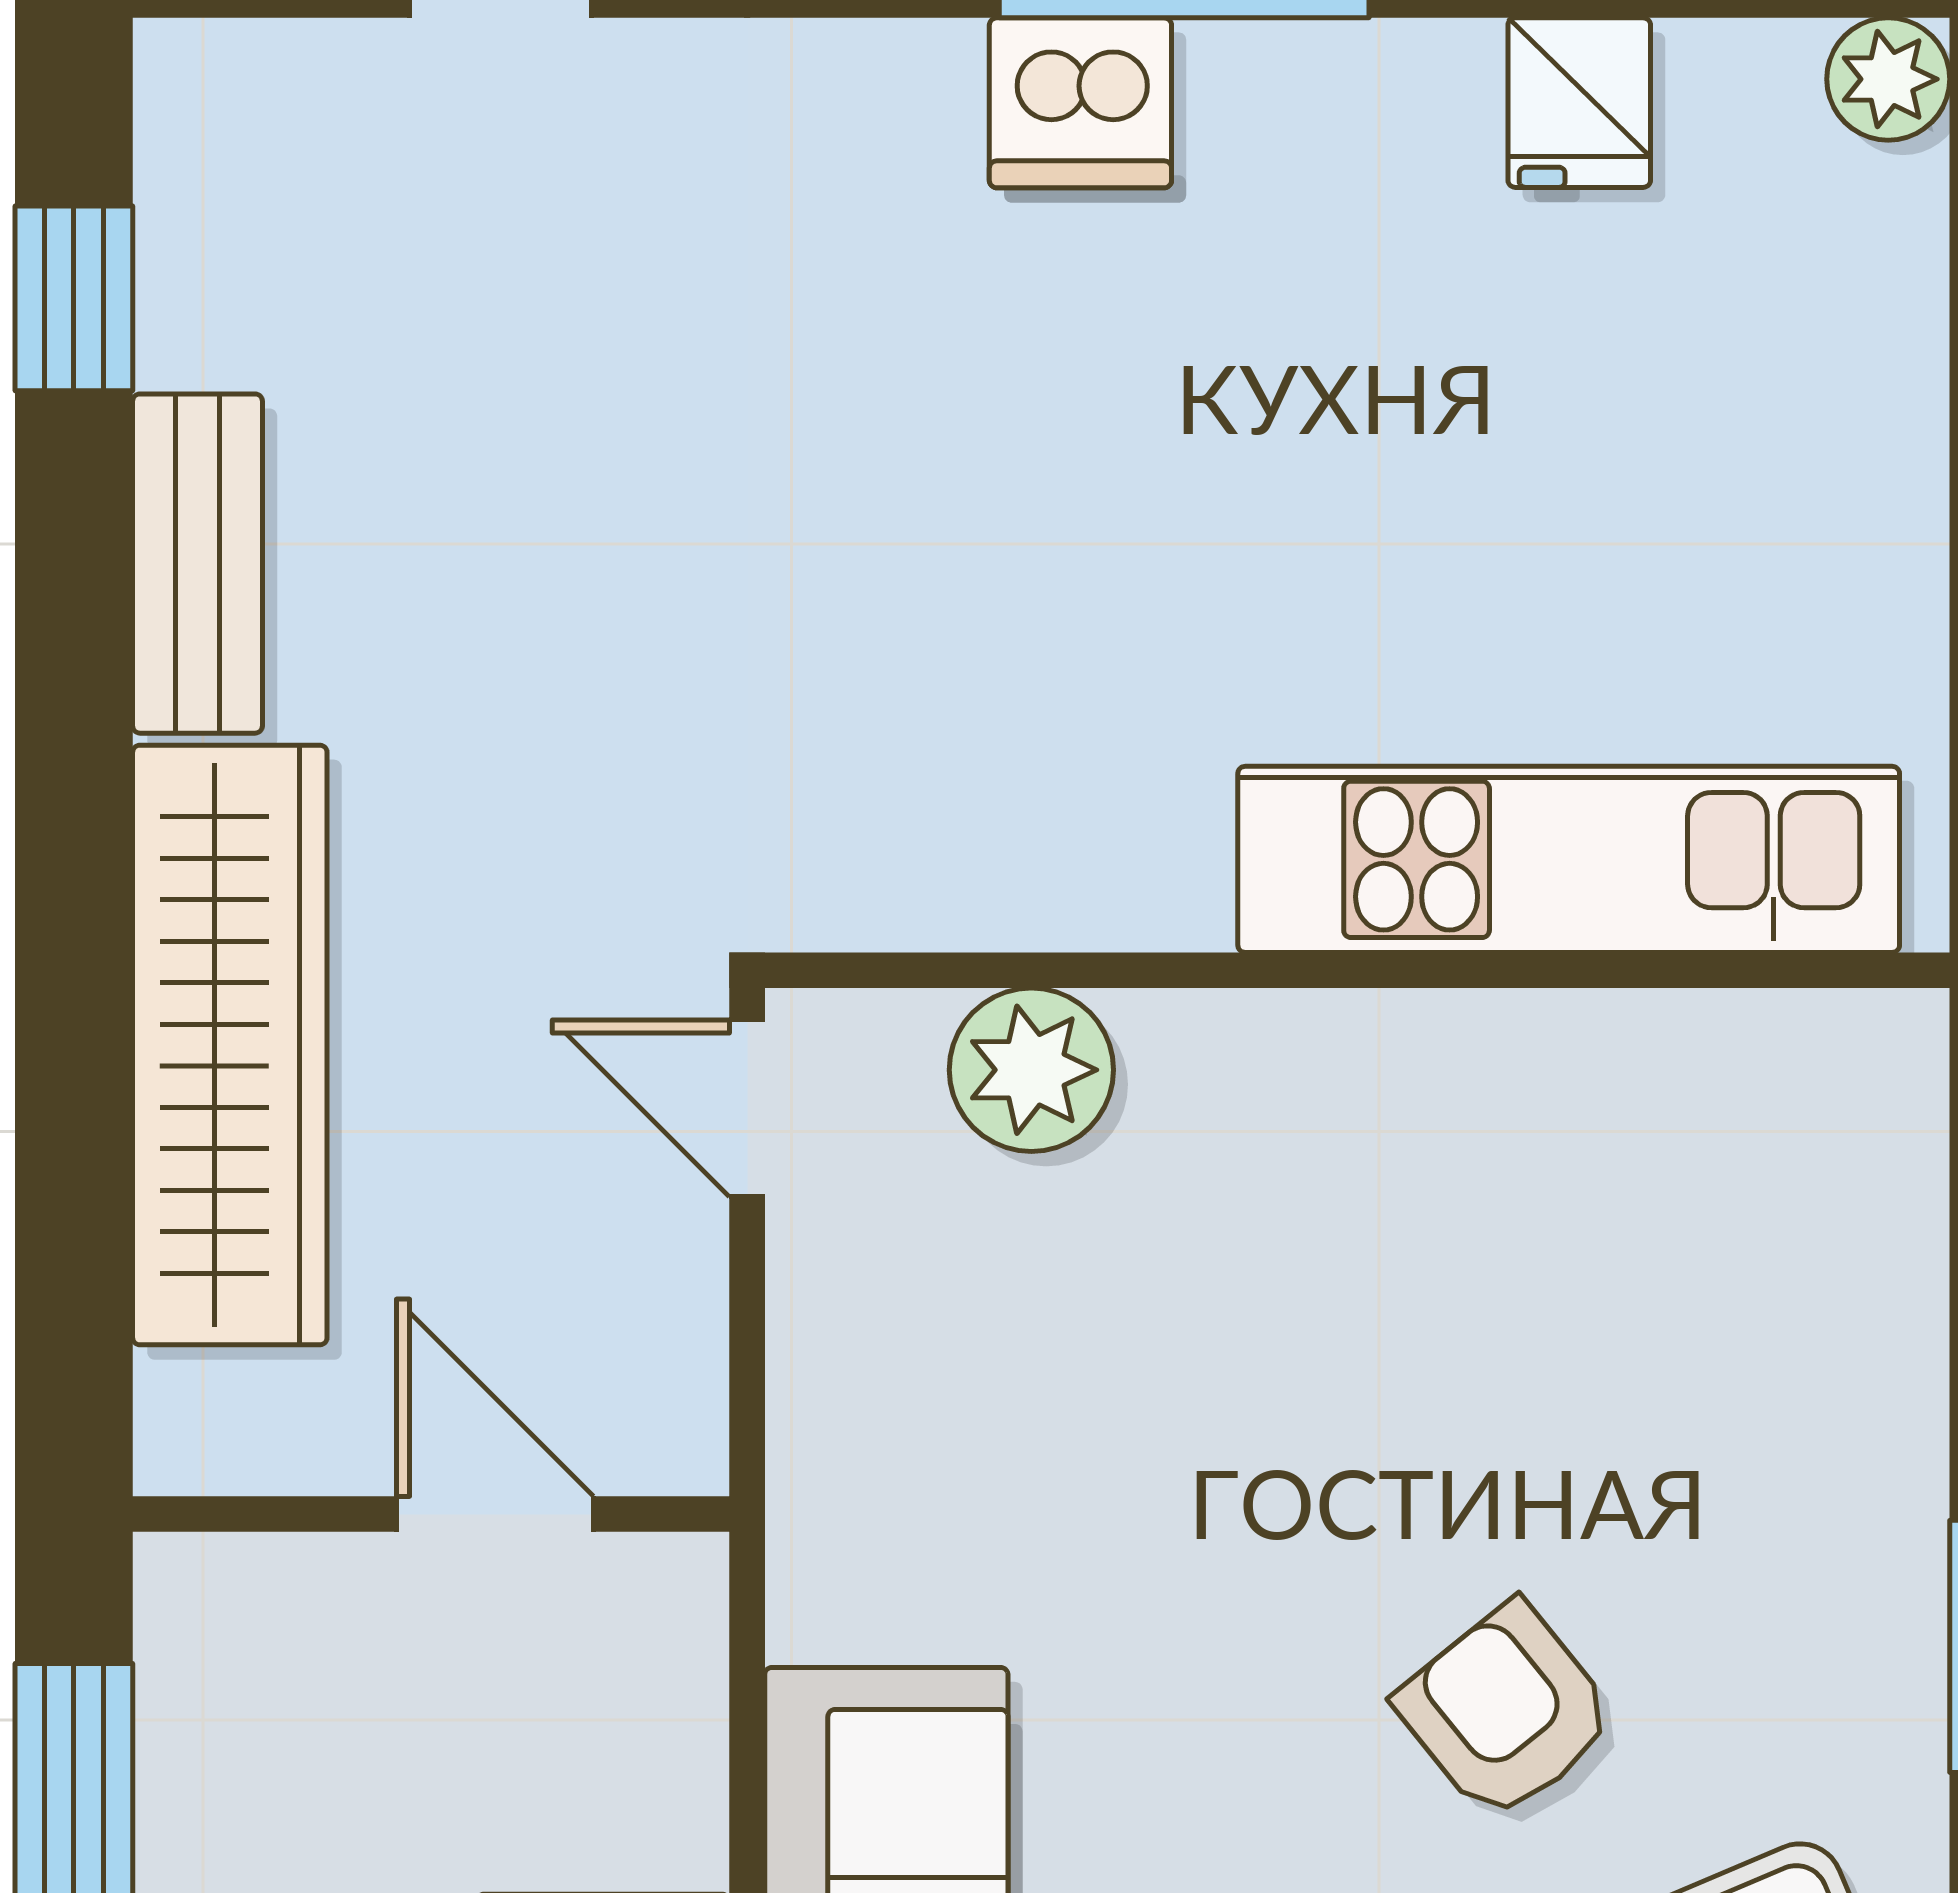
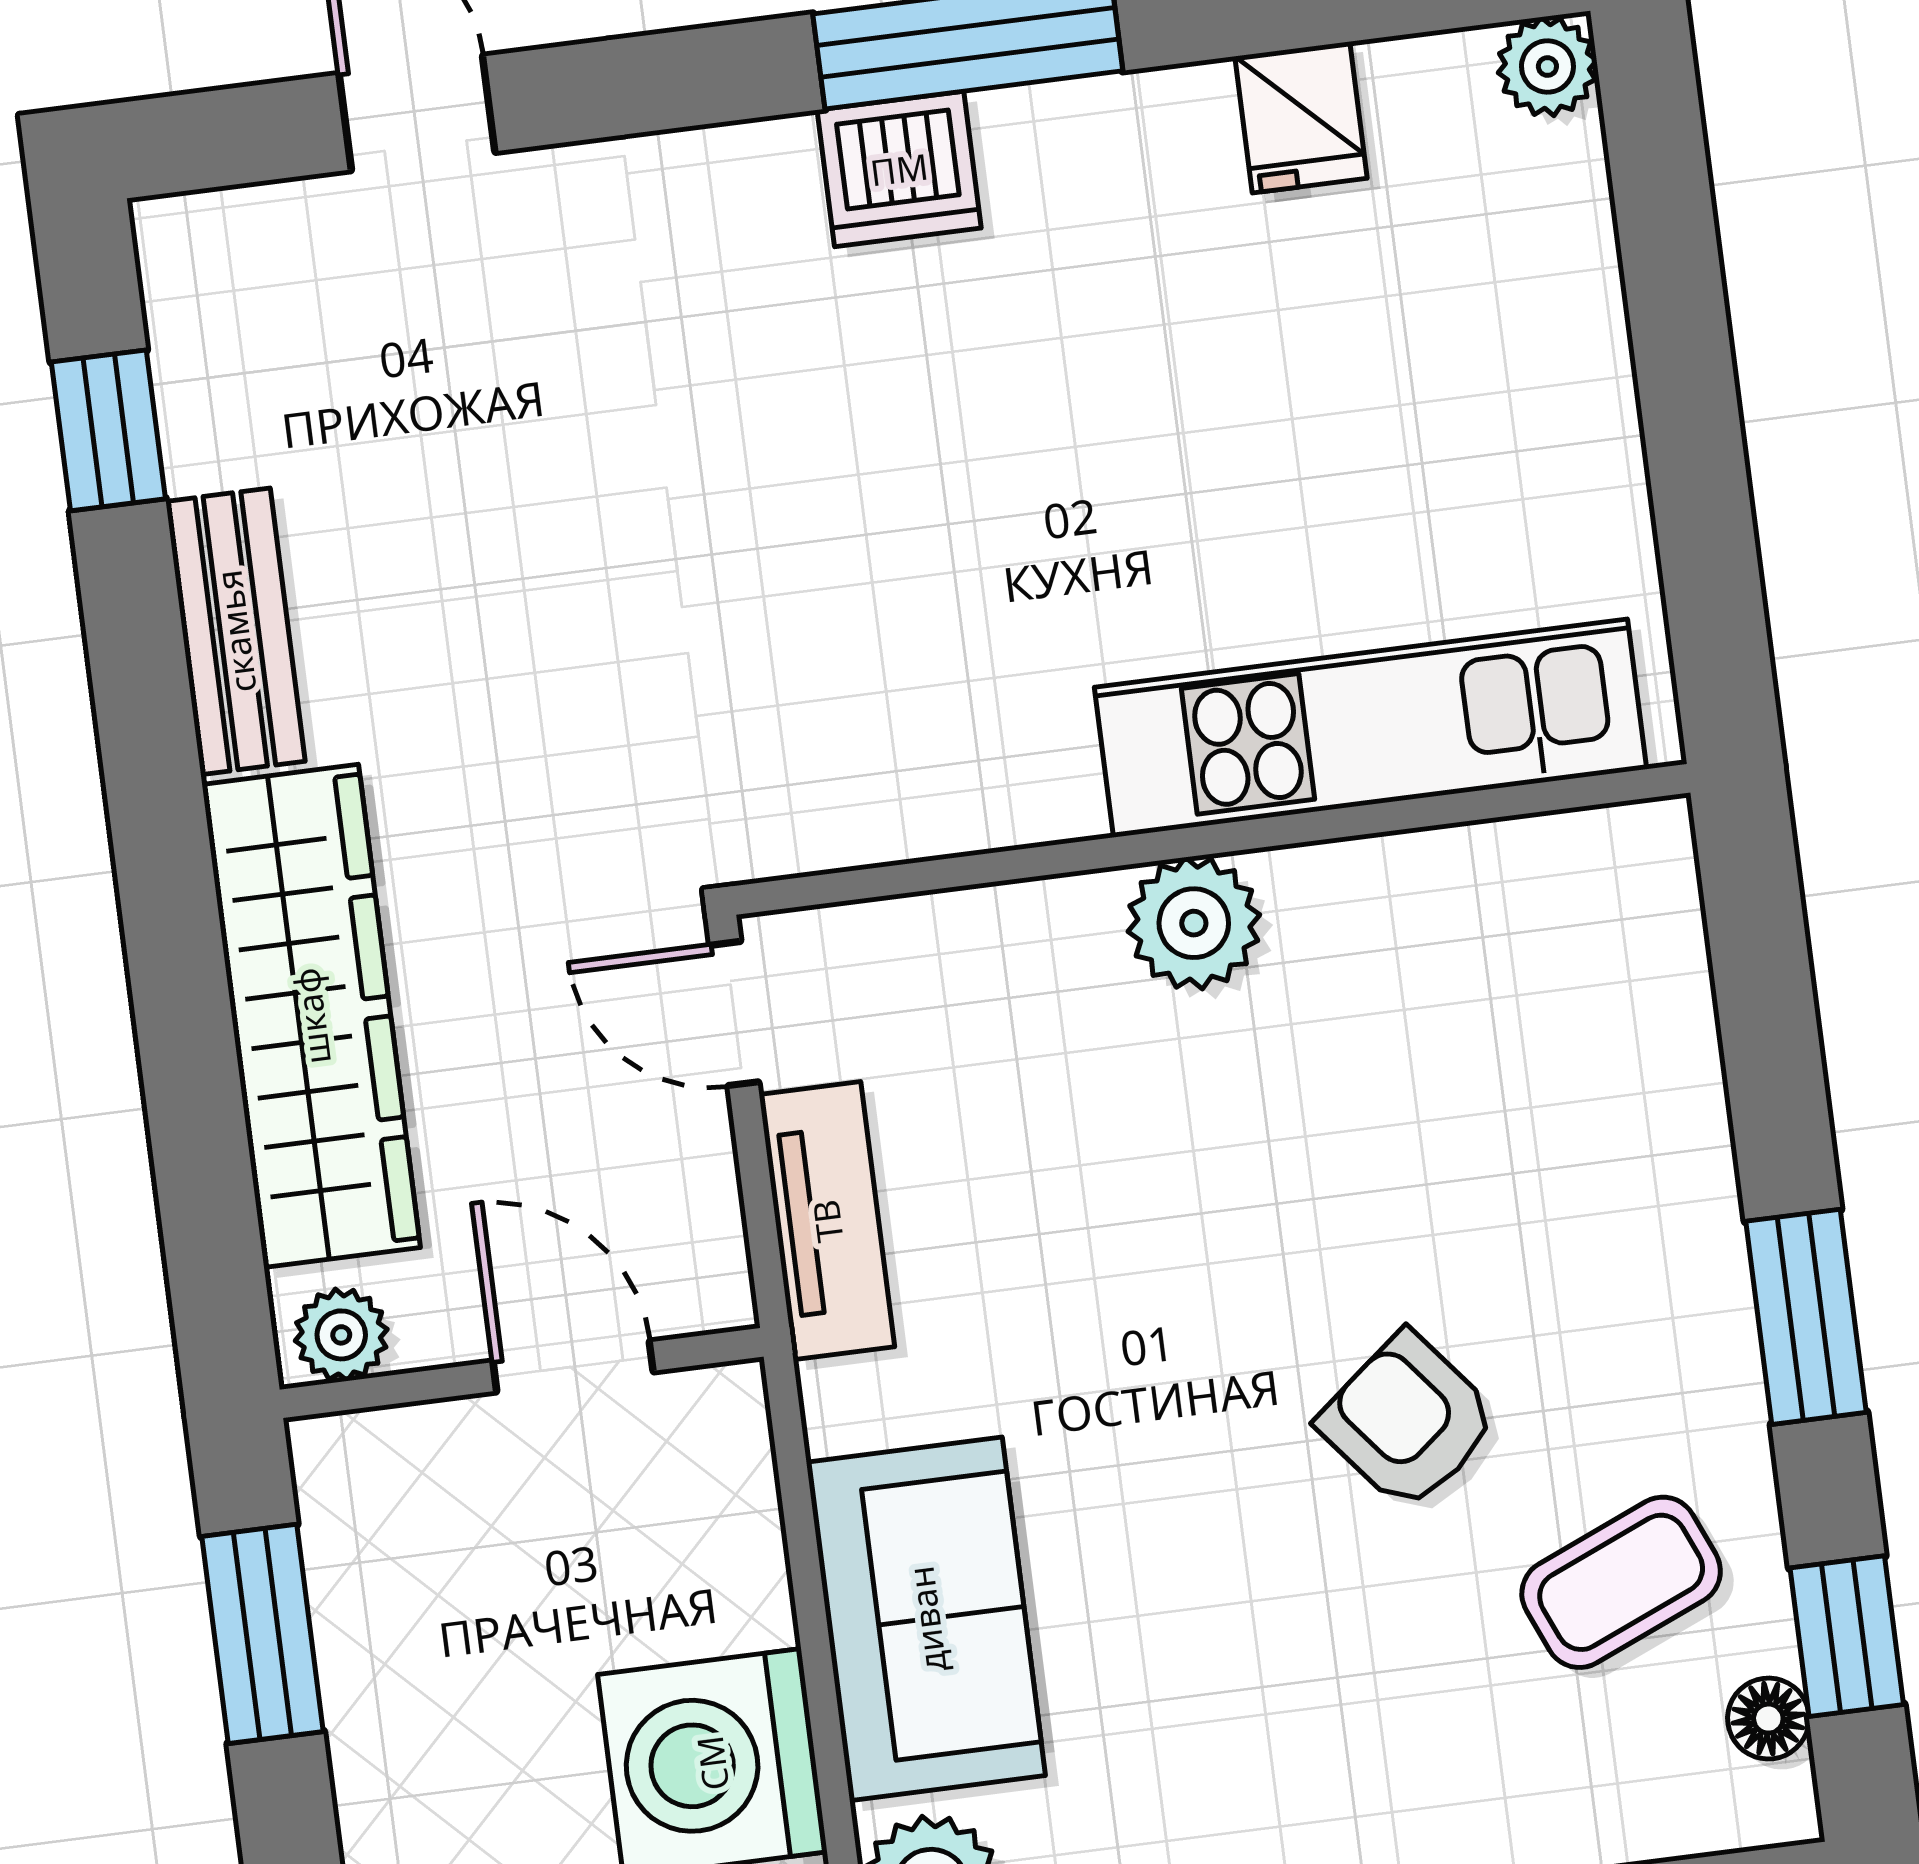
plant: (1031, 1070) -> (1194, 923), moved
tv unit: (828, 1376) -> (827, 1221), added
plant: (217, 1439) -> (341, 1335), added

